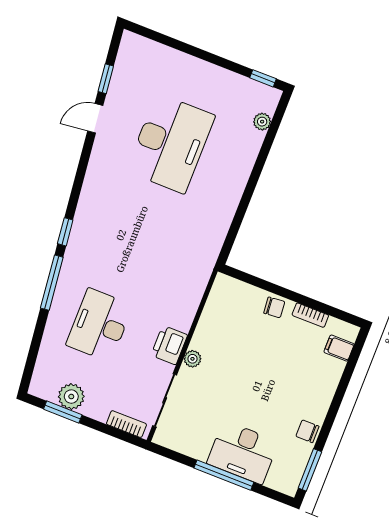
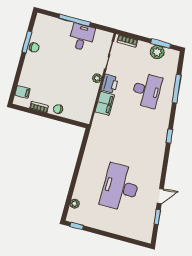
window: (52, 283) -> (177, 89), moved
filing cabinet: (183, 309) -> (105, 103), added
desk: (243, 452) -> (82, 37), moved, width x0.73
window: (310, 470) -> (27, 42), moved

